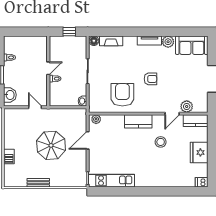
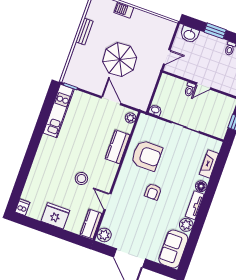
floor lamp: (94, 41) -> (201, 186), moved
door: (48, 68) -> (203, 86), hinge flipped
plant: (187, 106) -> (104, 235), moved
kitchen counter: (138, 121) -> (118, 147), moved

